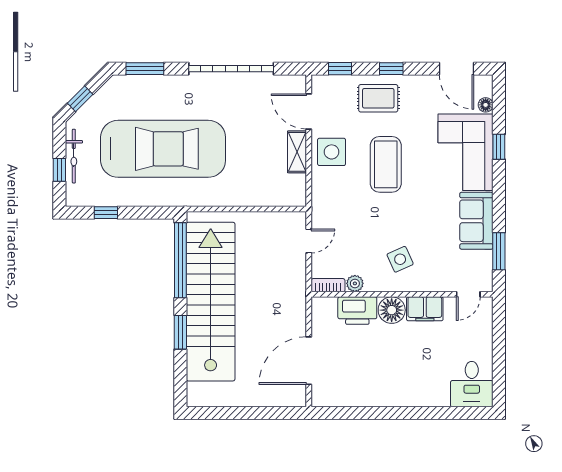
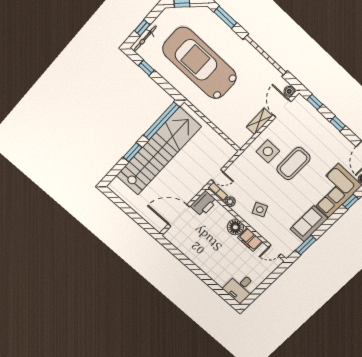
boiler: (298, 84) -> (289, 91), added
rug: (378, 98) -> (319, 131), removed
car: (163, 149) -> (199, 63), turned 180
side table: (332, 152) -> (268, 151), moved
bicycle: (74, 156) -> (145, 39), moved
door: (309, 241) -> (217, 176), moved
printer: (357, 311) -> (204, 204), moved, turned -90

